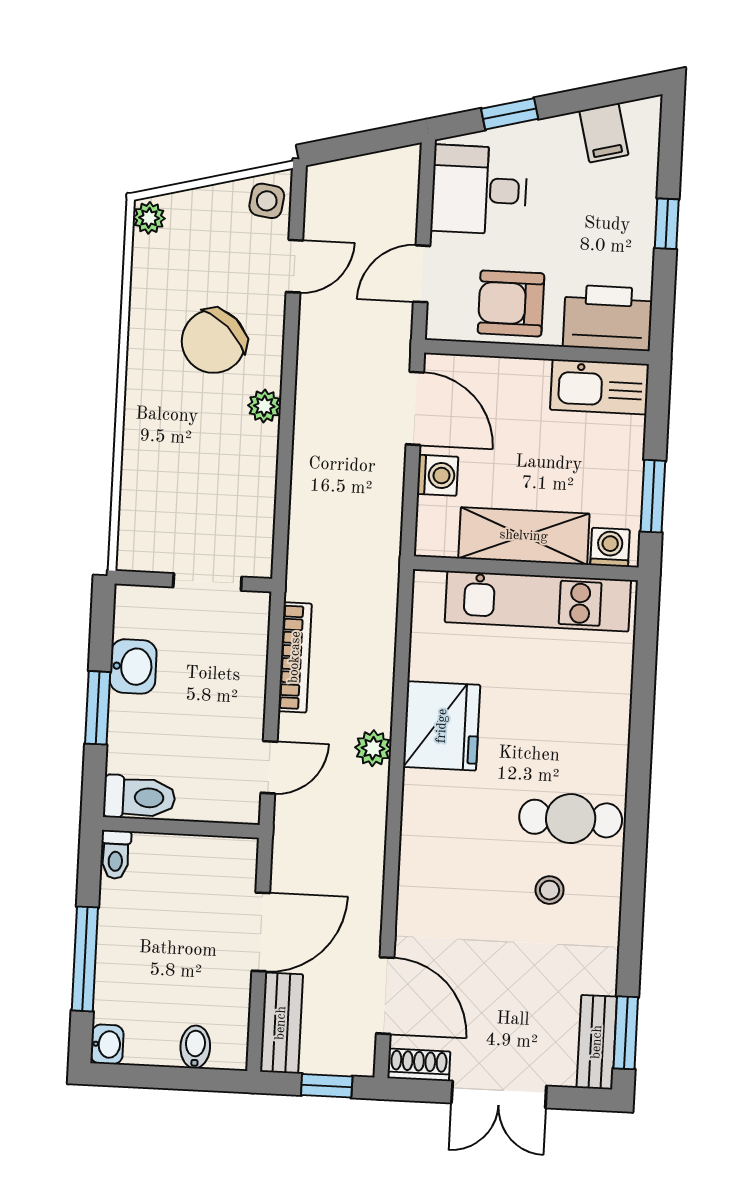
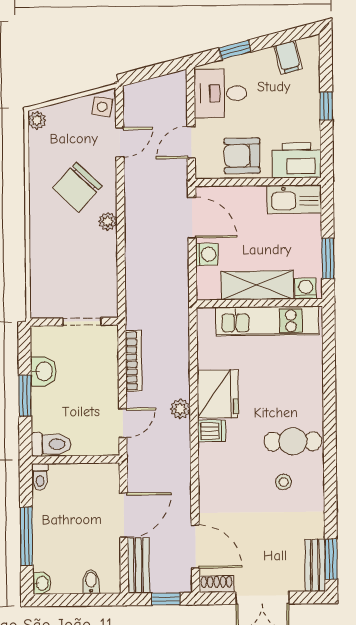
dishwasher: (427, 791) -> (212, 431), added

